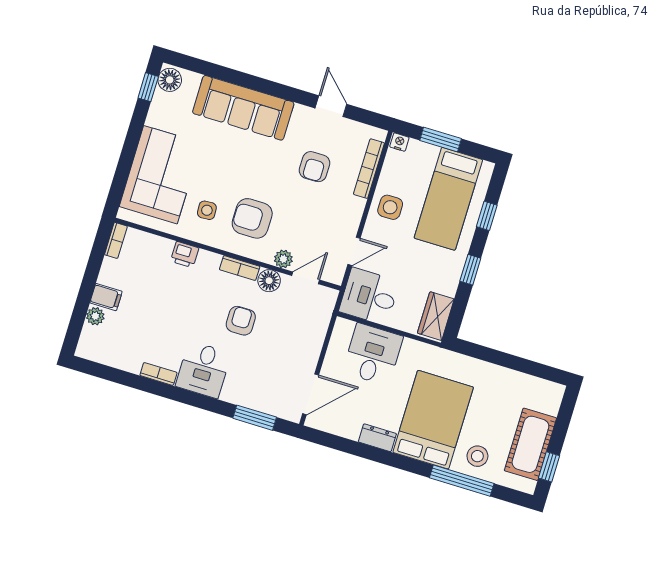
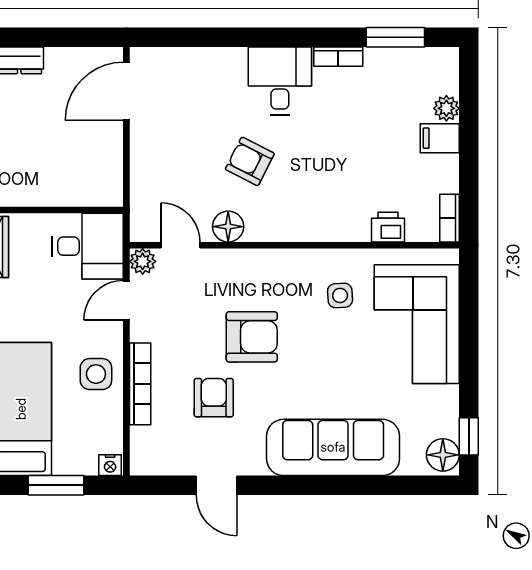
bookcase: (369, 169) -> (140, 384), moved
armchair: (252, 218) -> (252, 337), moved
printer: (185, 255) -> (388, 227), moved
plant: (283, 259) -> (143, 261), moved
bookcase: (240, 268) -> (273, 231), removed
door: (306, 278) -> (180, 245), swing flipped
armchair: (241, 321) -> (250, 161), turned 117
desk: (373, 354) -> (59, 170), removed
window: (255, 418) -> (395, 37), moved

